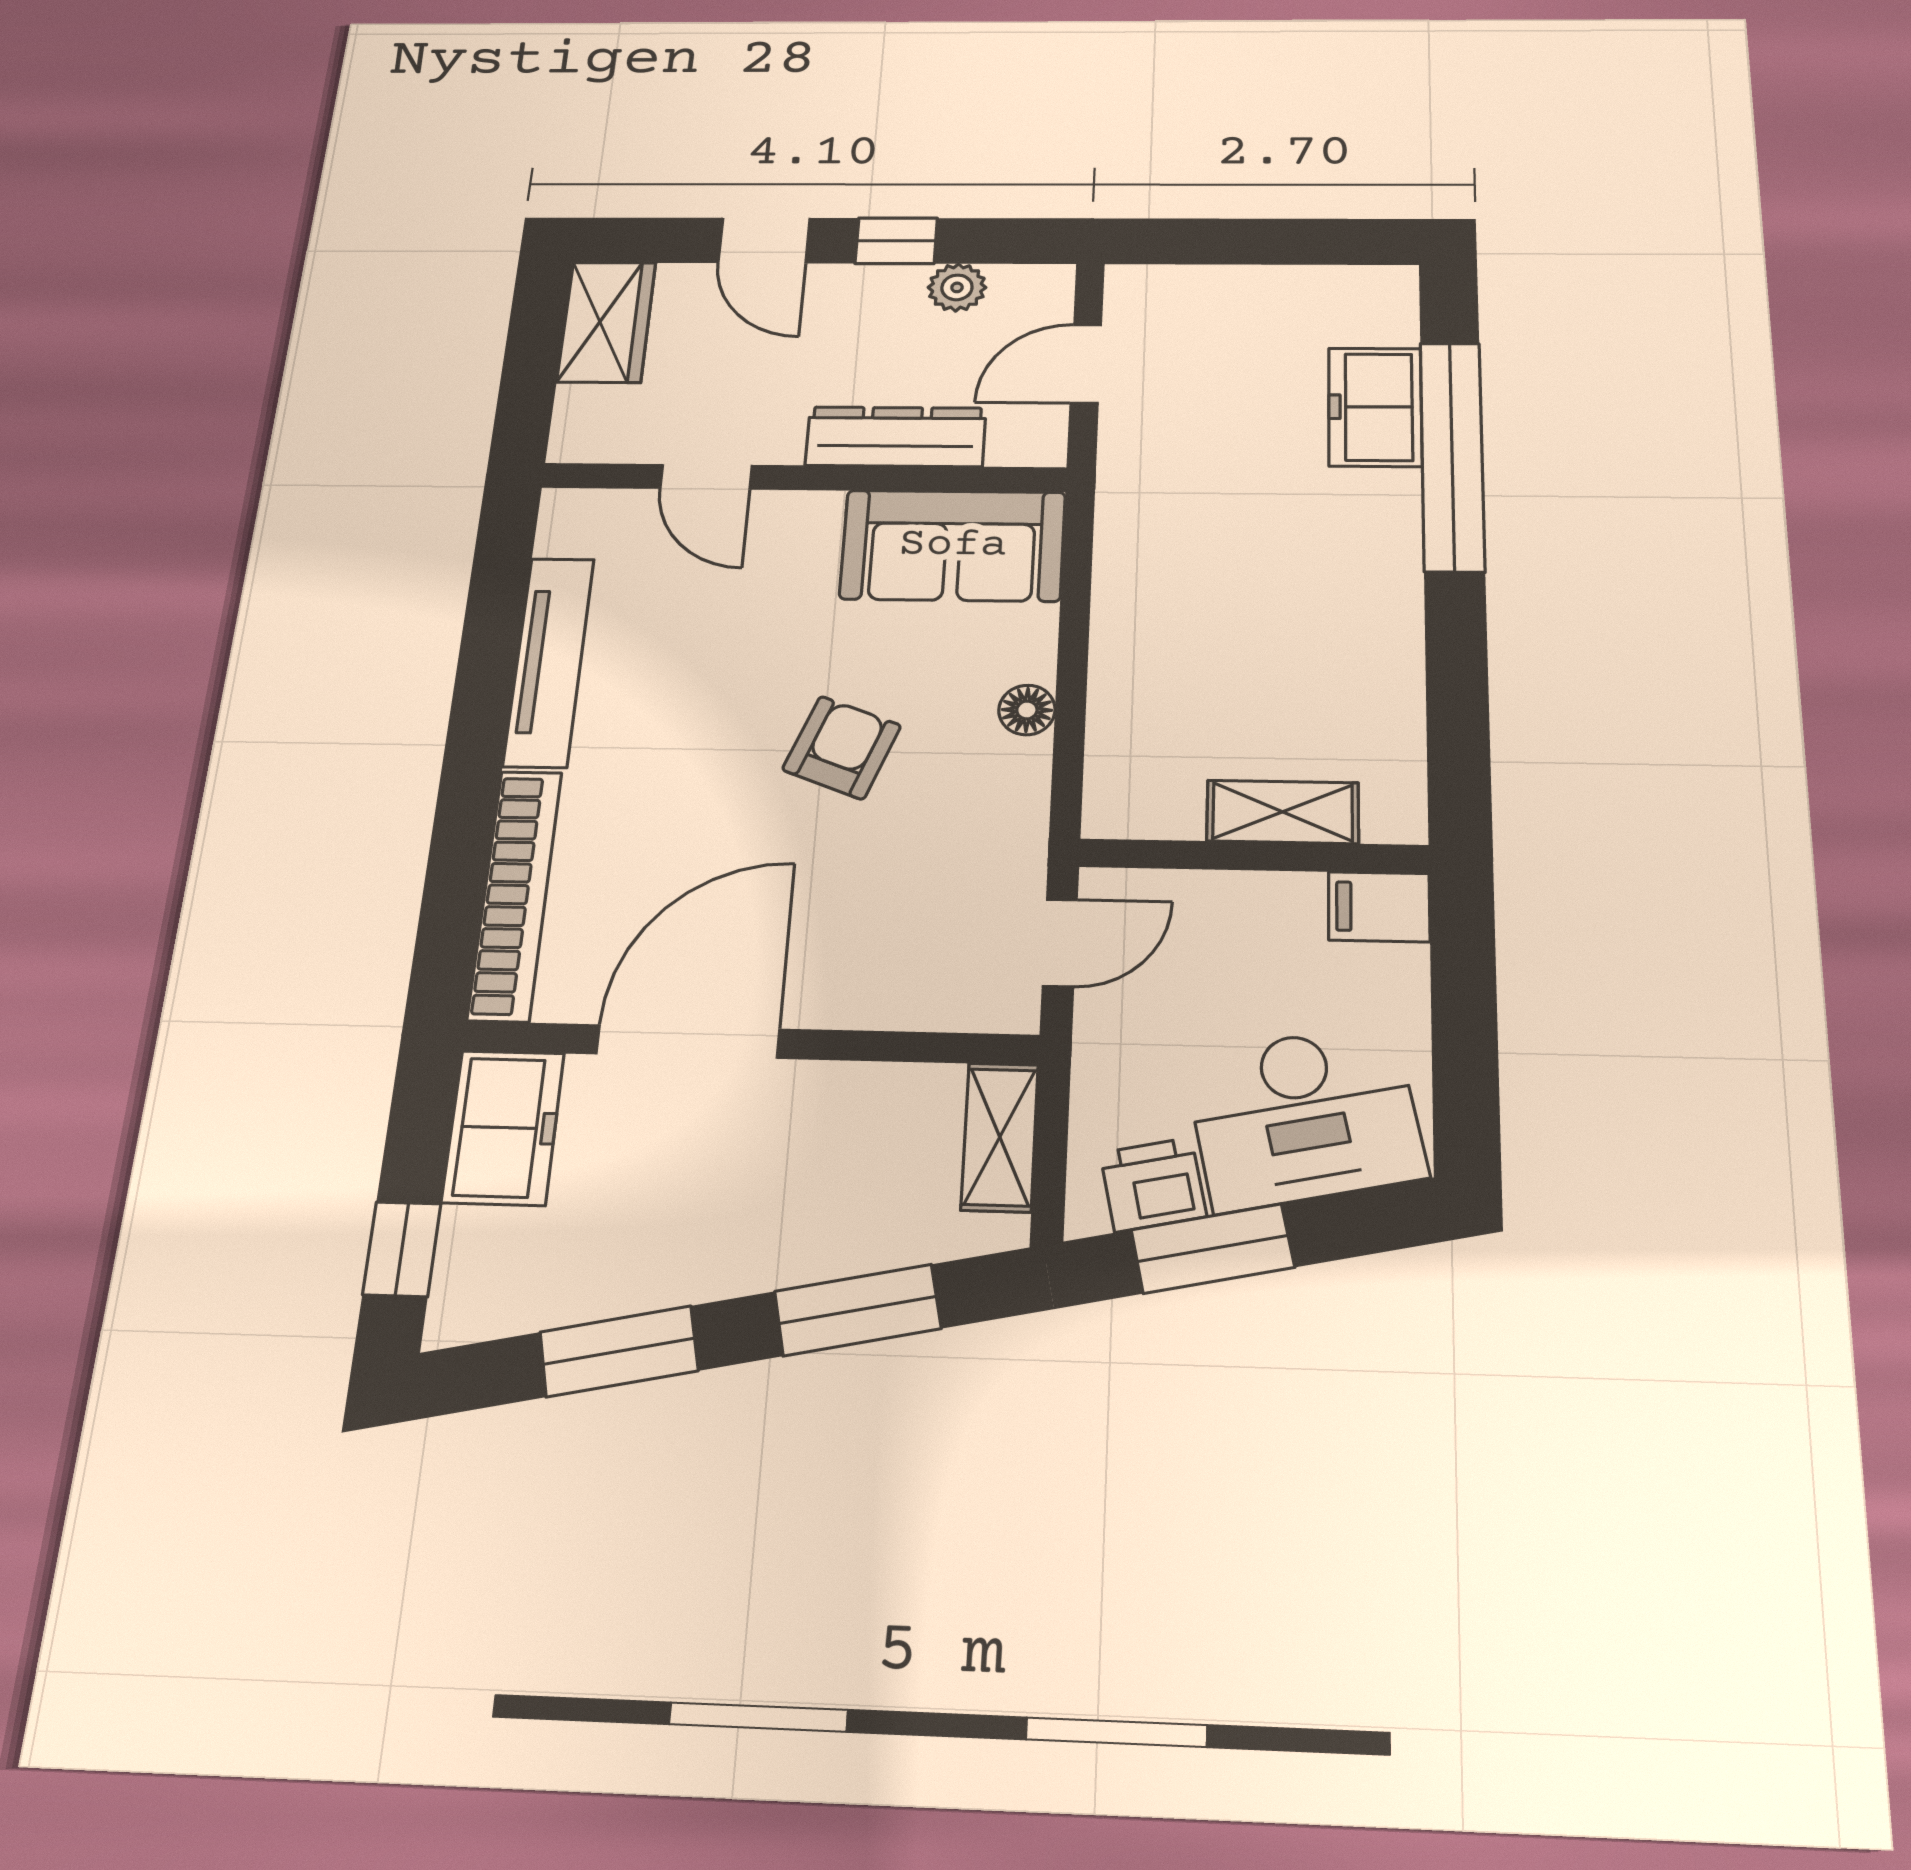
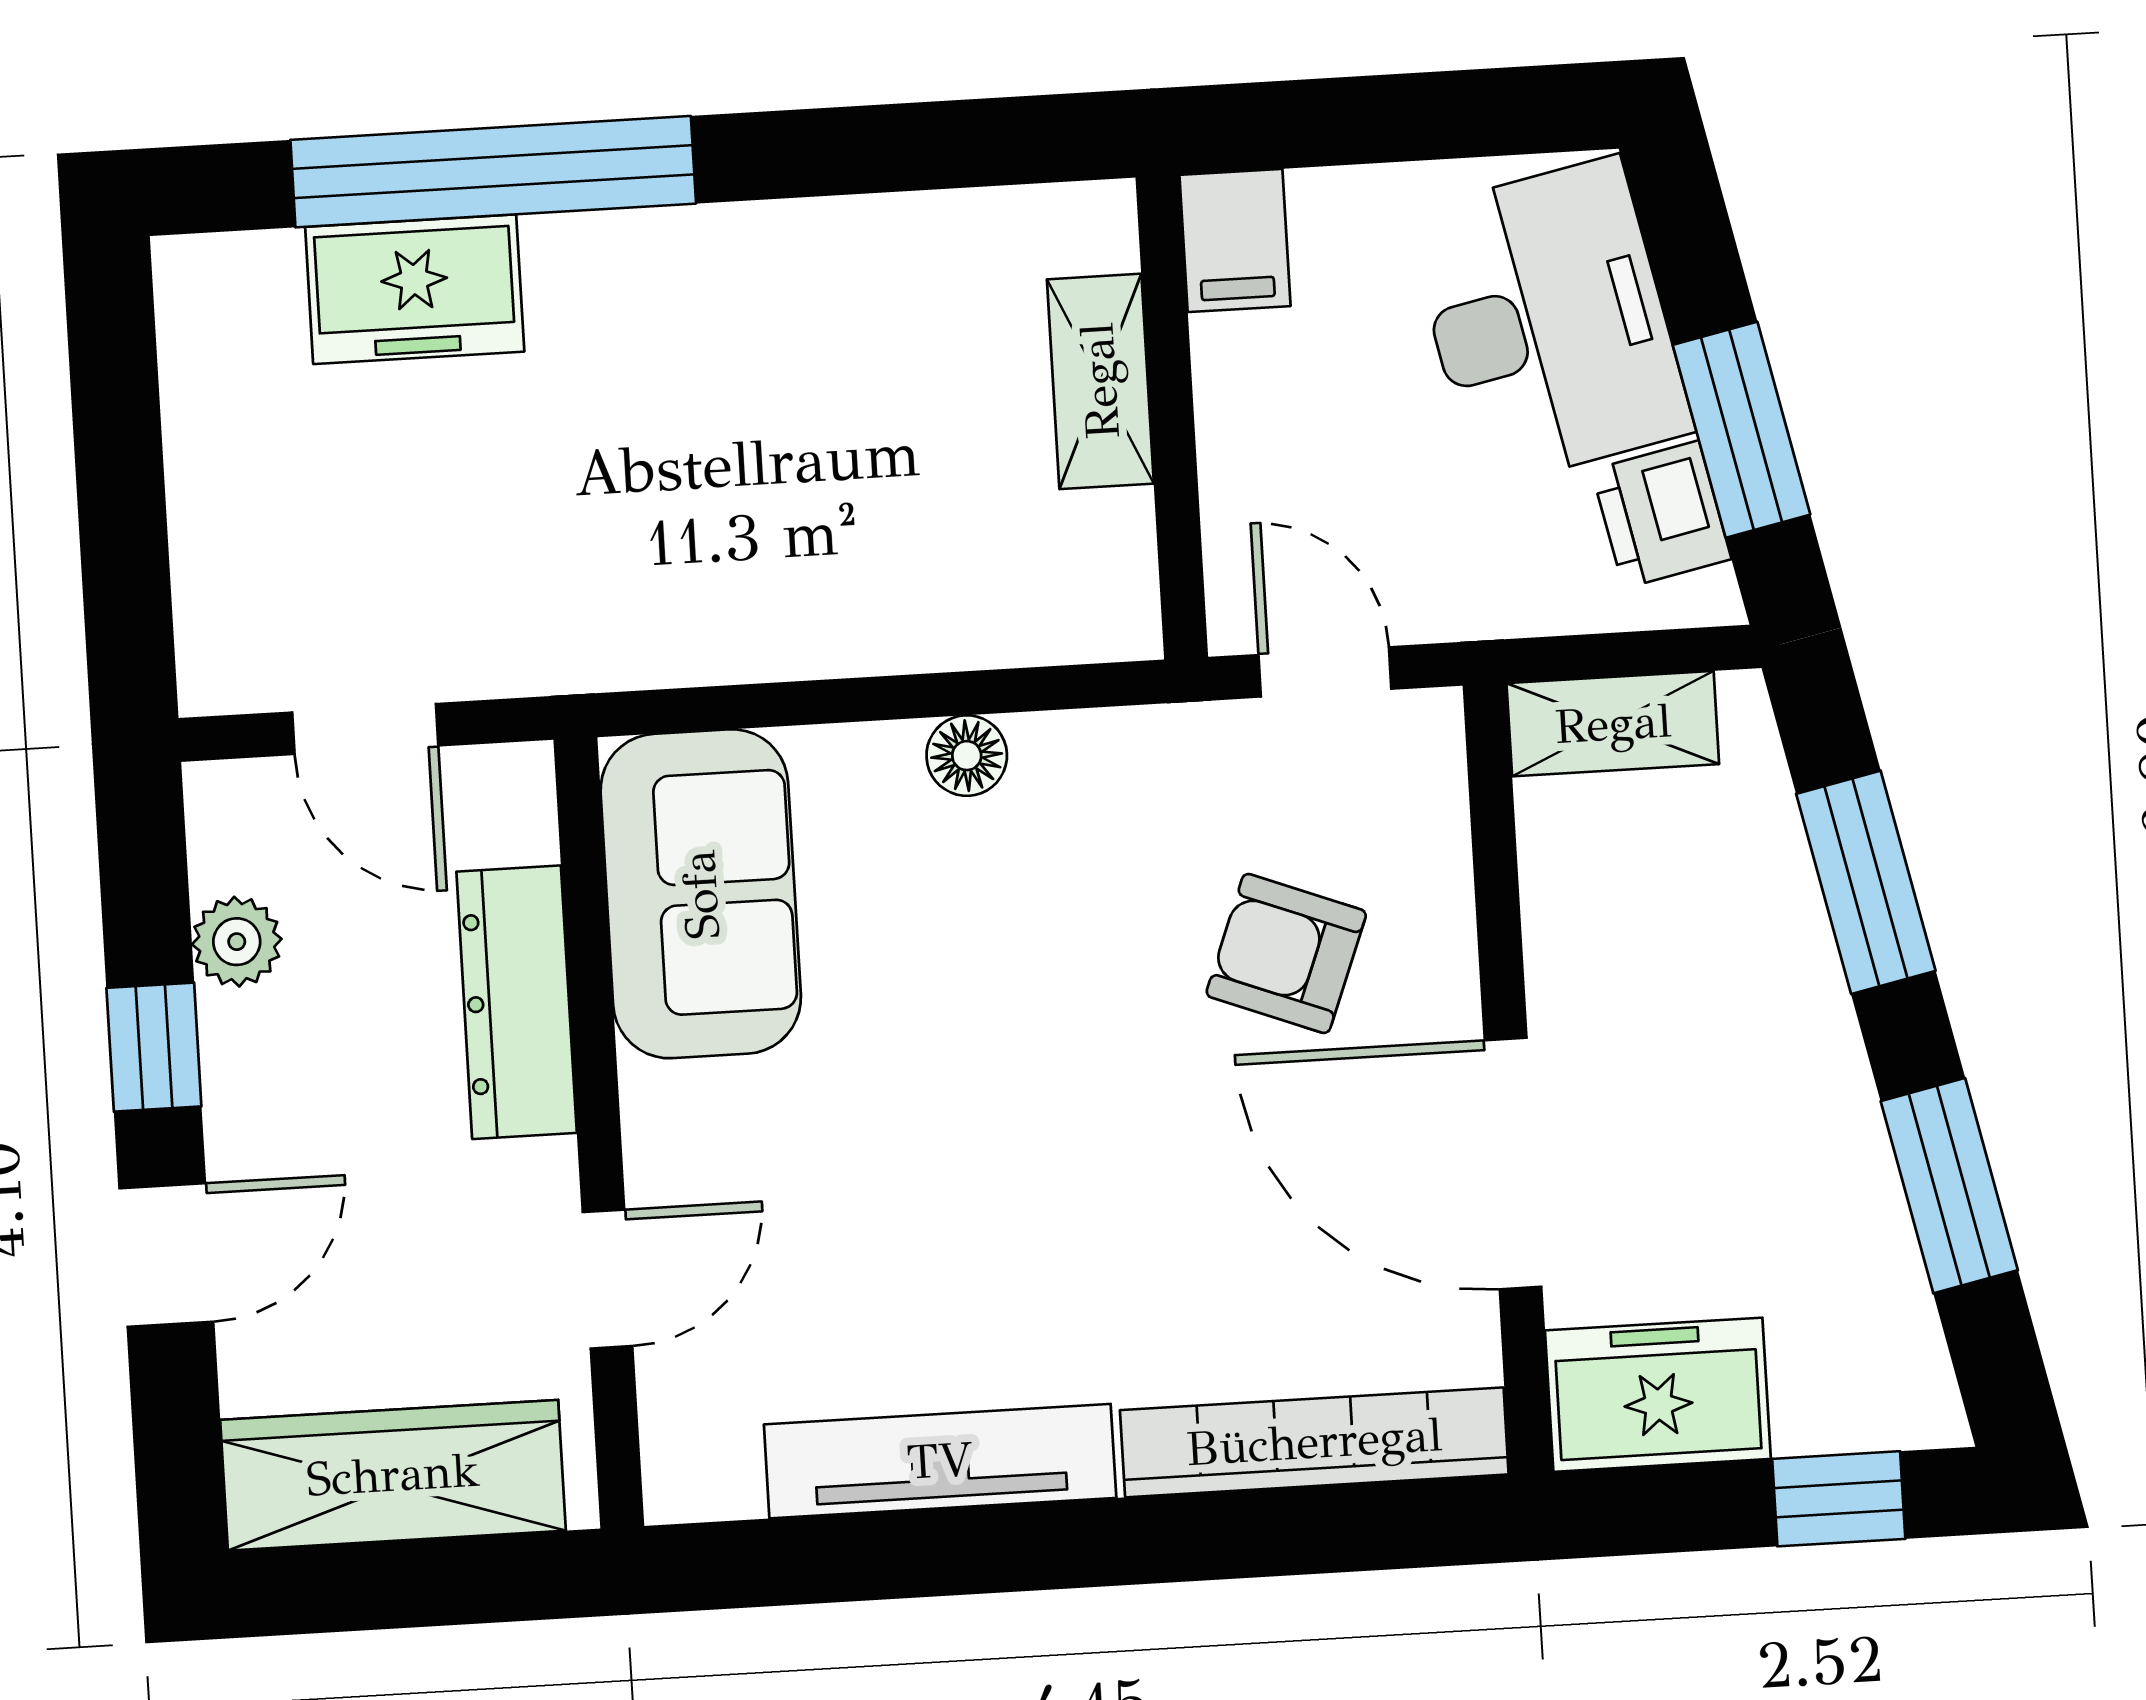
wardrobe: (607, 322) -> (393, 1475), width x1.50
armchair: (842, 748) -> (1286, 954), moved

